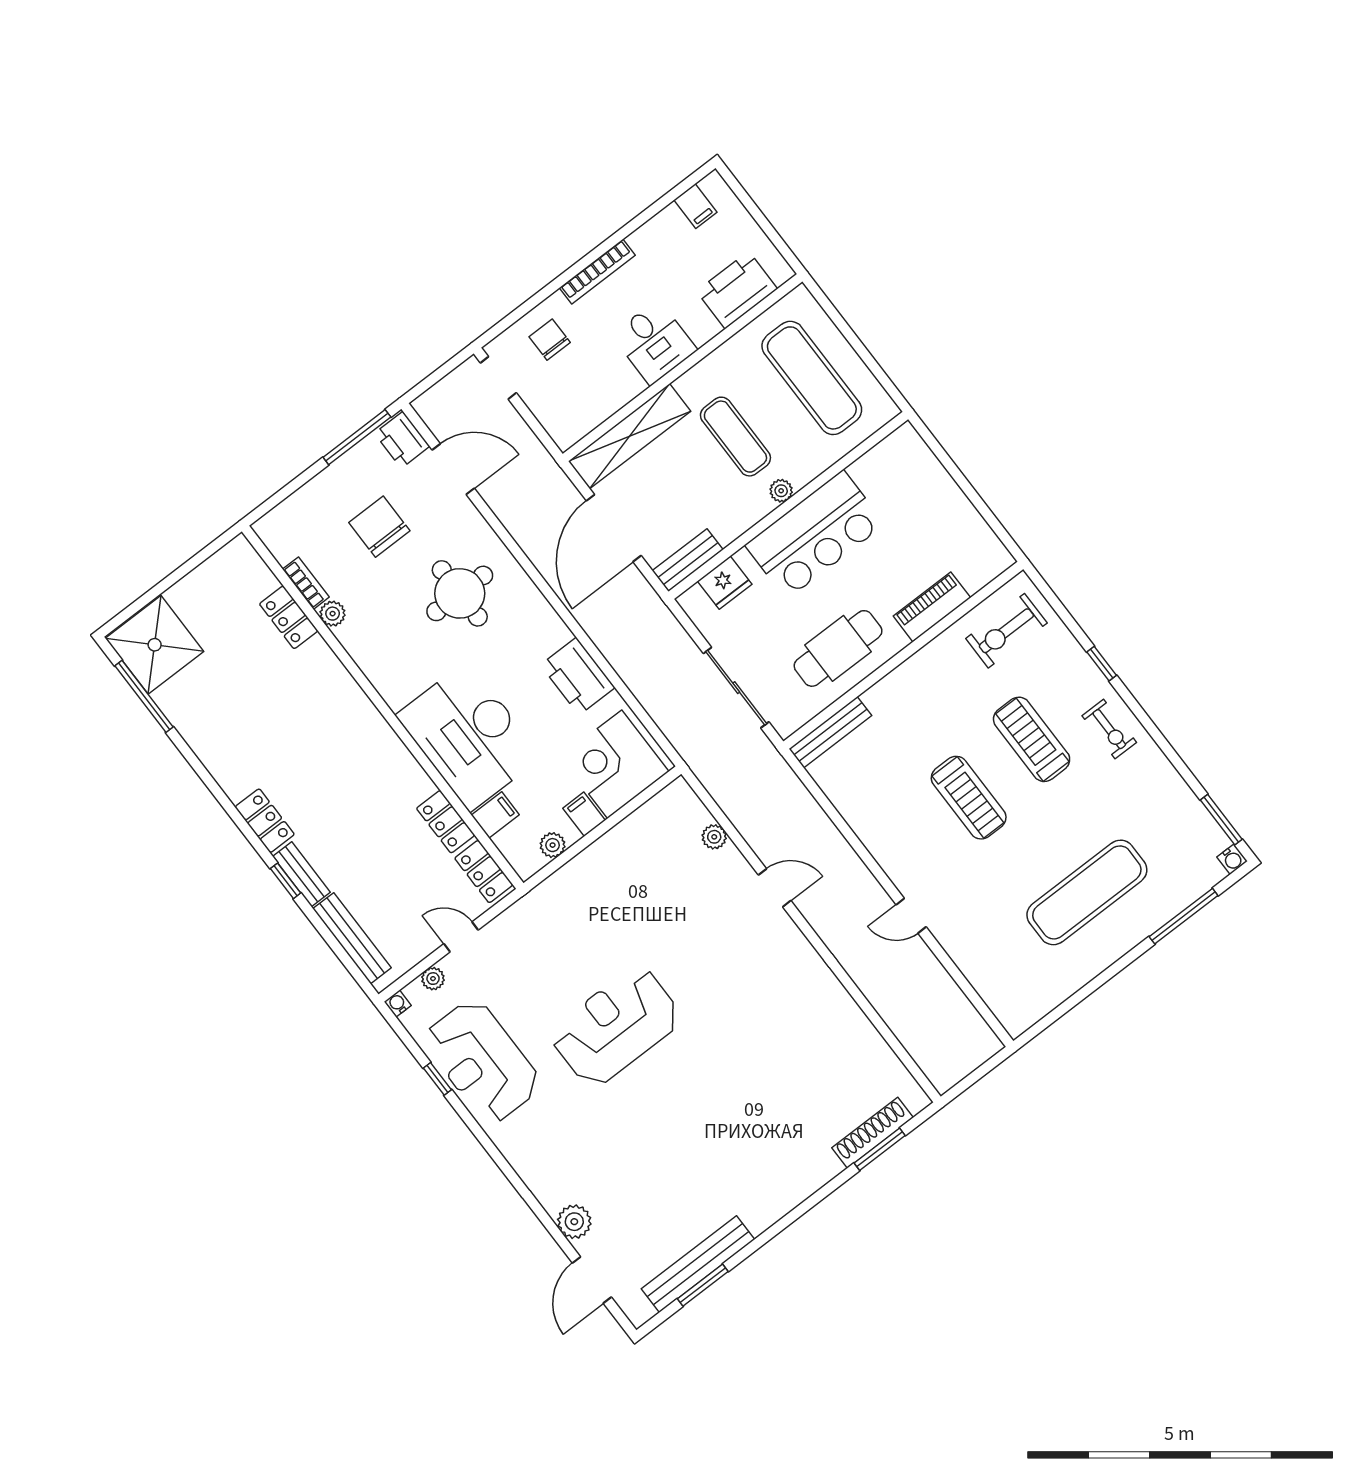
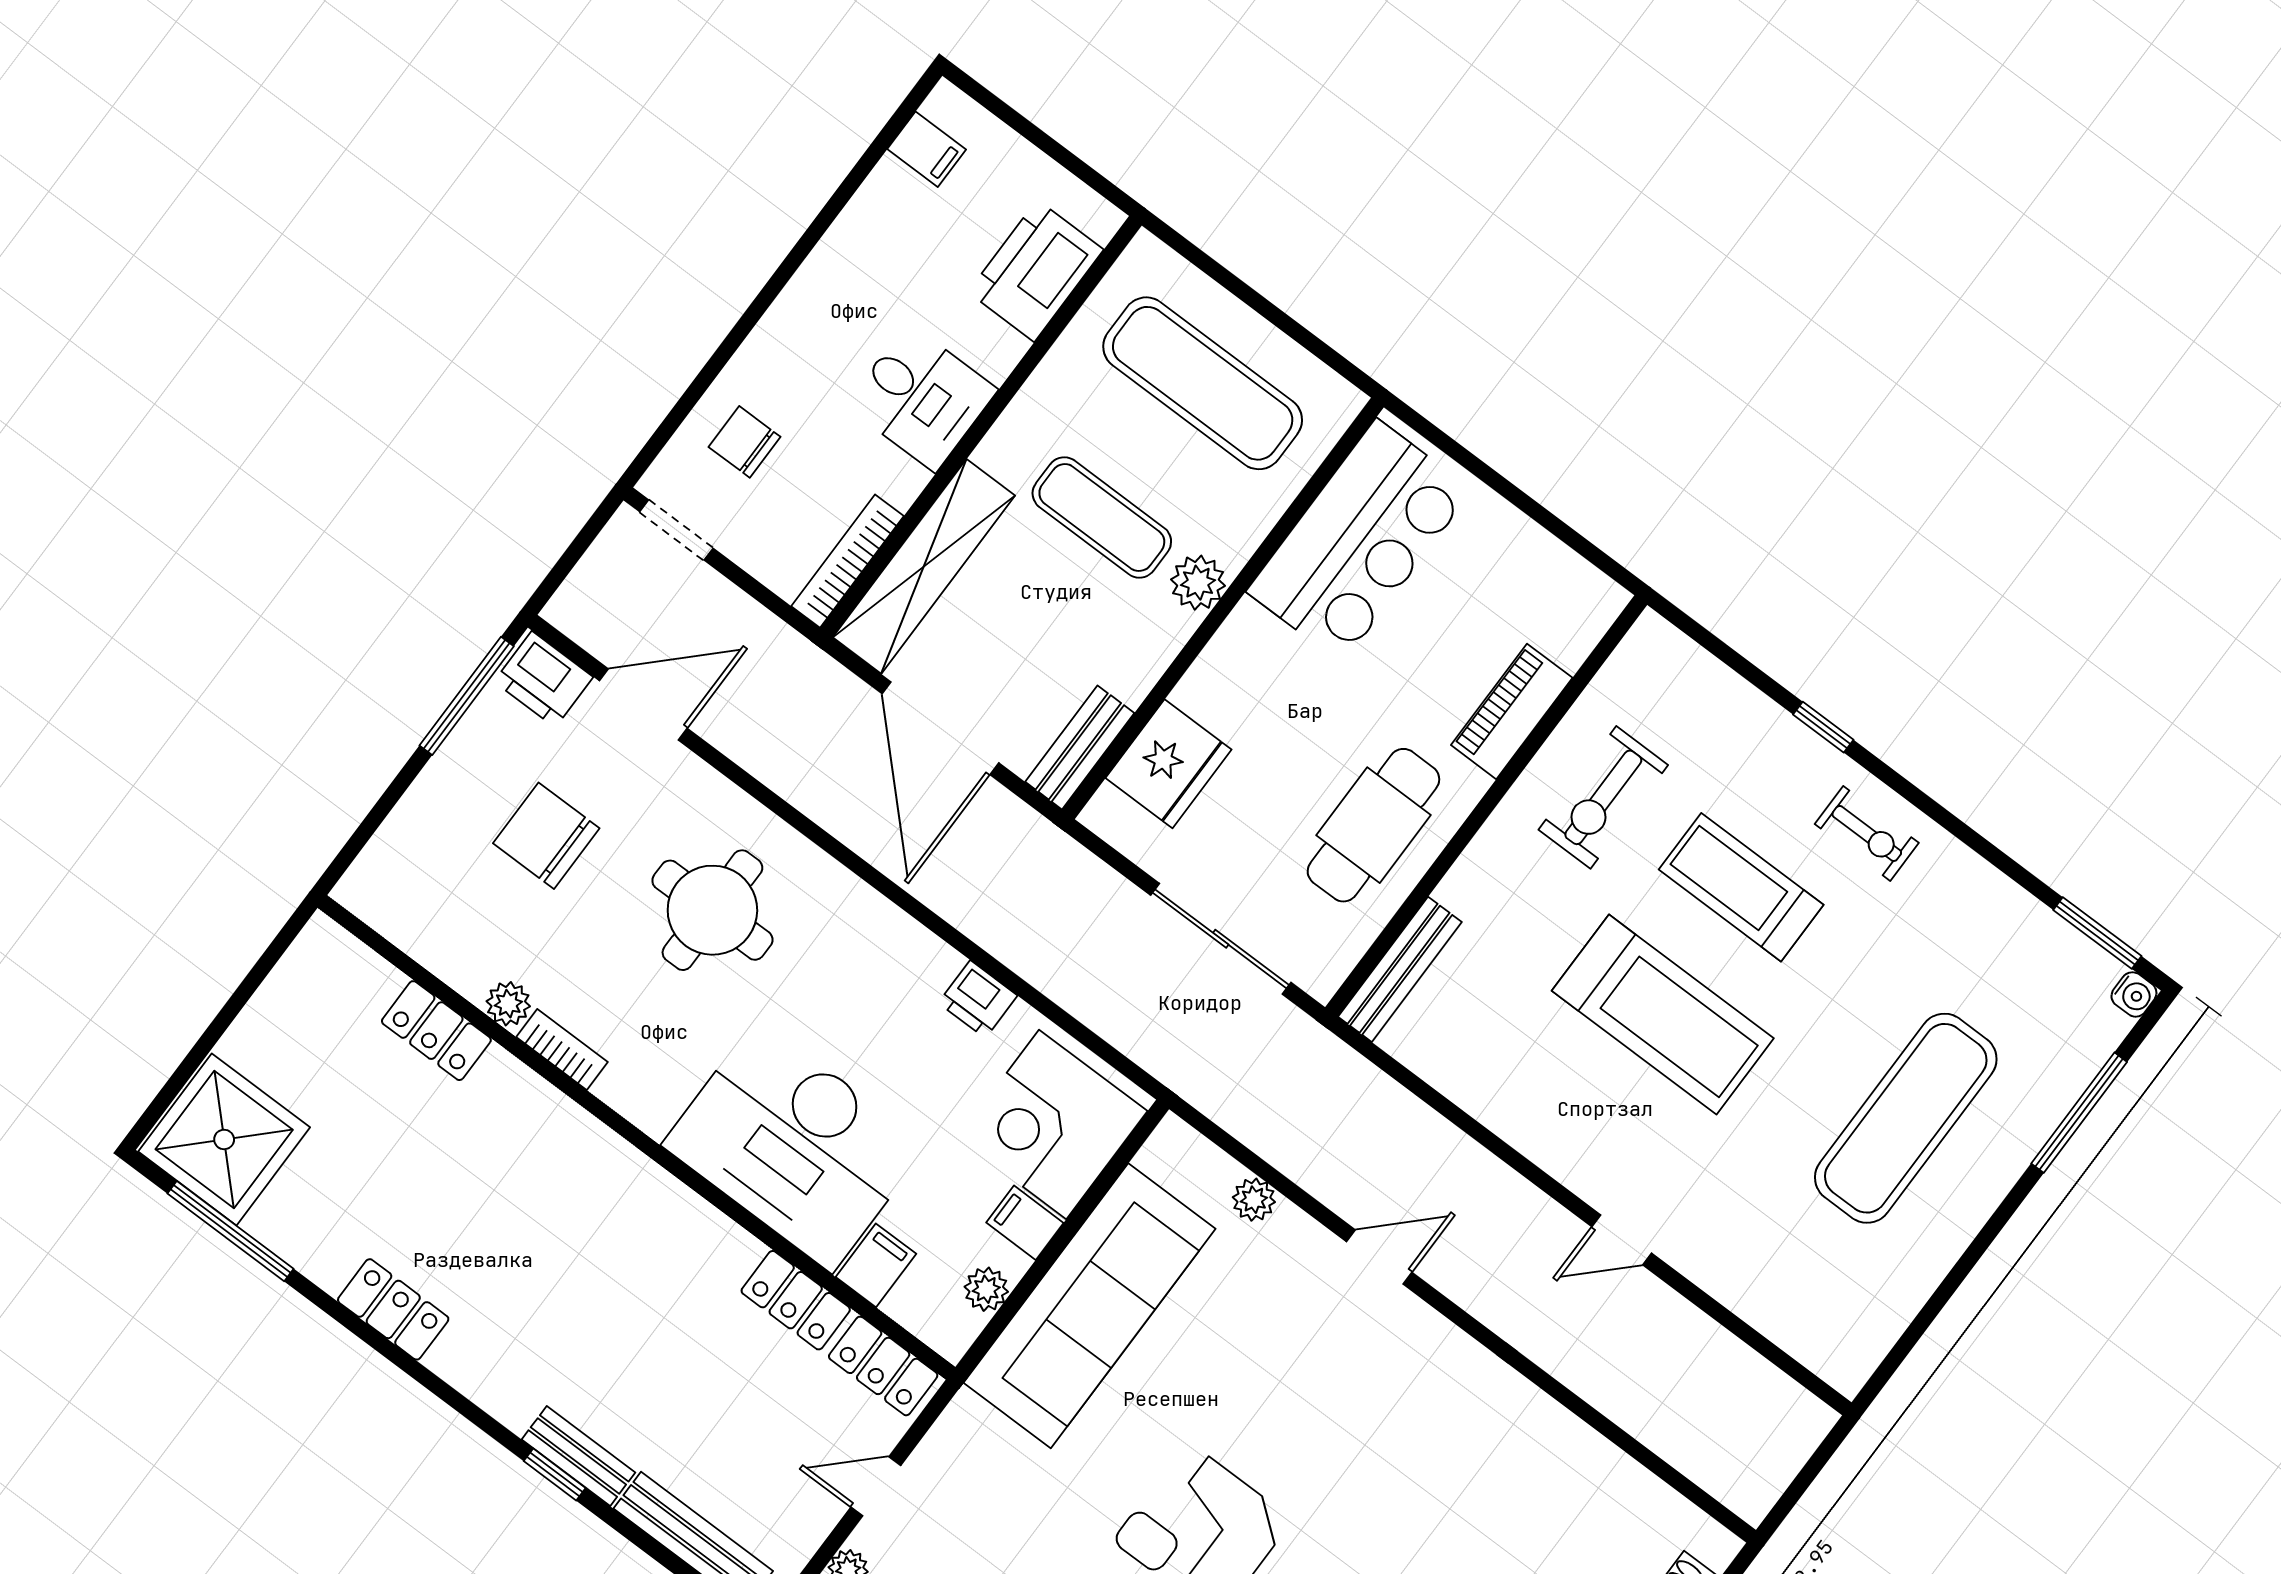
bookcase: (597, 271) -> (848, 561), moved, turned 180
plant: (781, 491) -> (1198, 583), width x1.38, depth x1.38
bar counter: (815, 535) -> (1359, 541), moved
bookcase: (306, 583) -> (562, 1050), moved
fridge: (725, 583) -> (1168, 764), width x1.36, depth x1.34
exercise bike: (1006, 631) -> (1603, 797), moved
printer: (578, 676) -> (978, 999), width x0.53, depth x0.68
treadmill: (969, 798) -> (1663, 1015), width x1.37, depth x1.38
locker: (265, 821) -> (393, 1309), moved
sofa: (607, 870) -> (1089, 1306), added

